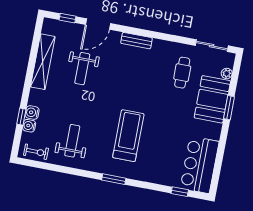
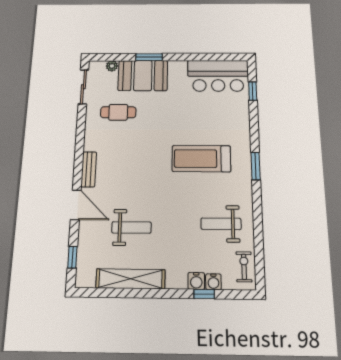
door: (98, 24) -> (76, 205), moved

